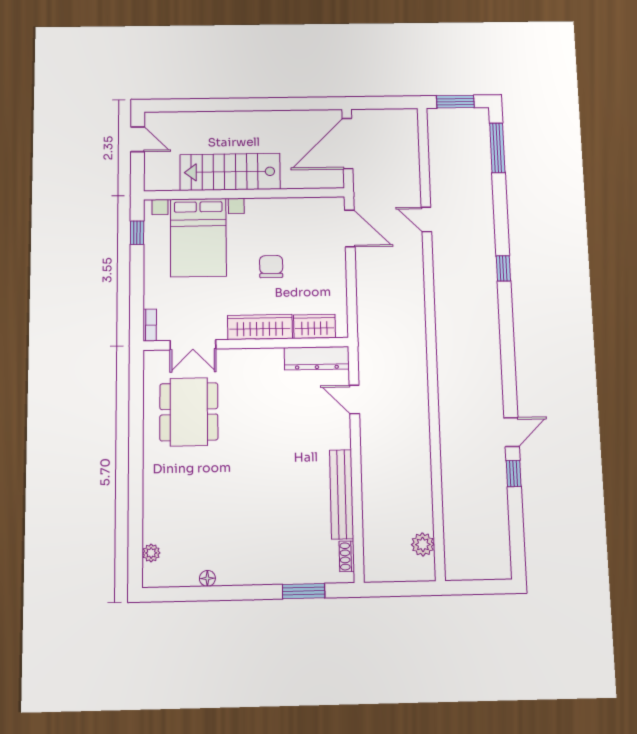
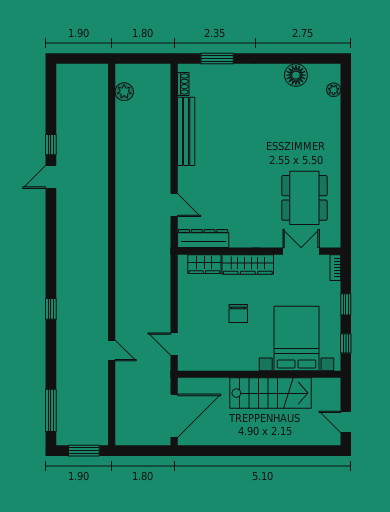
door: (350, 228) -> (174, 344), width x0.73
window: (137, 280) -> (346, 304), added
floor lamp: (207, 578) -> (296, 75), width x1.89, depth x1.89

